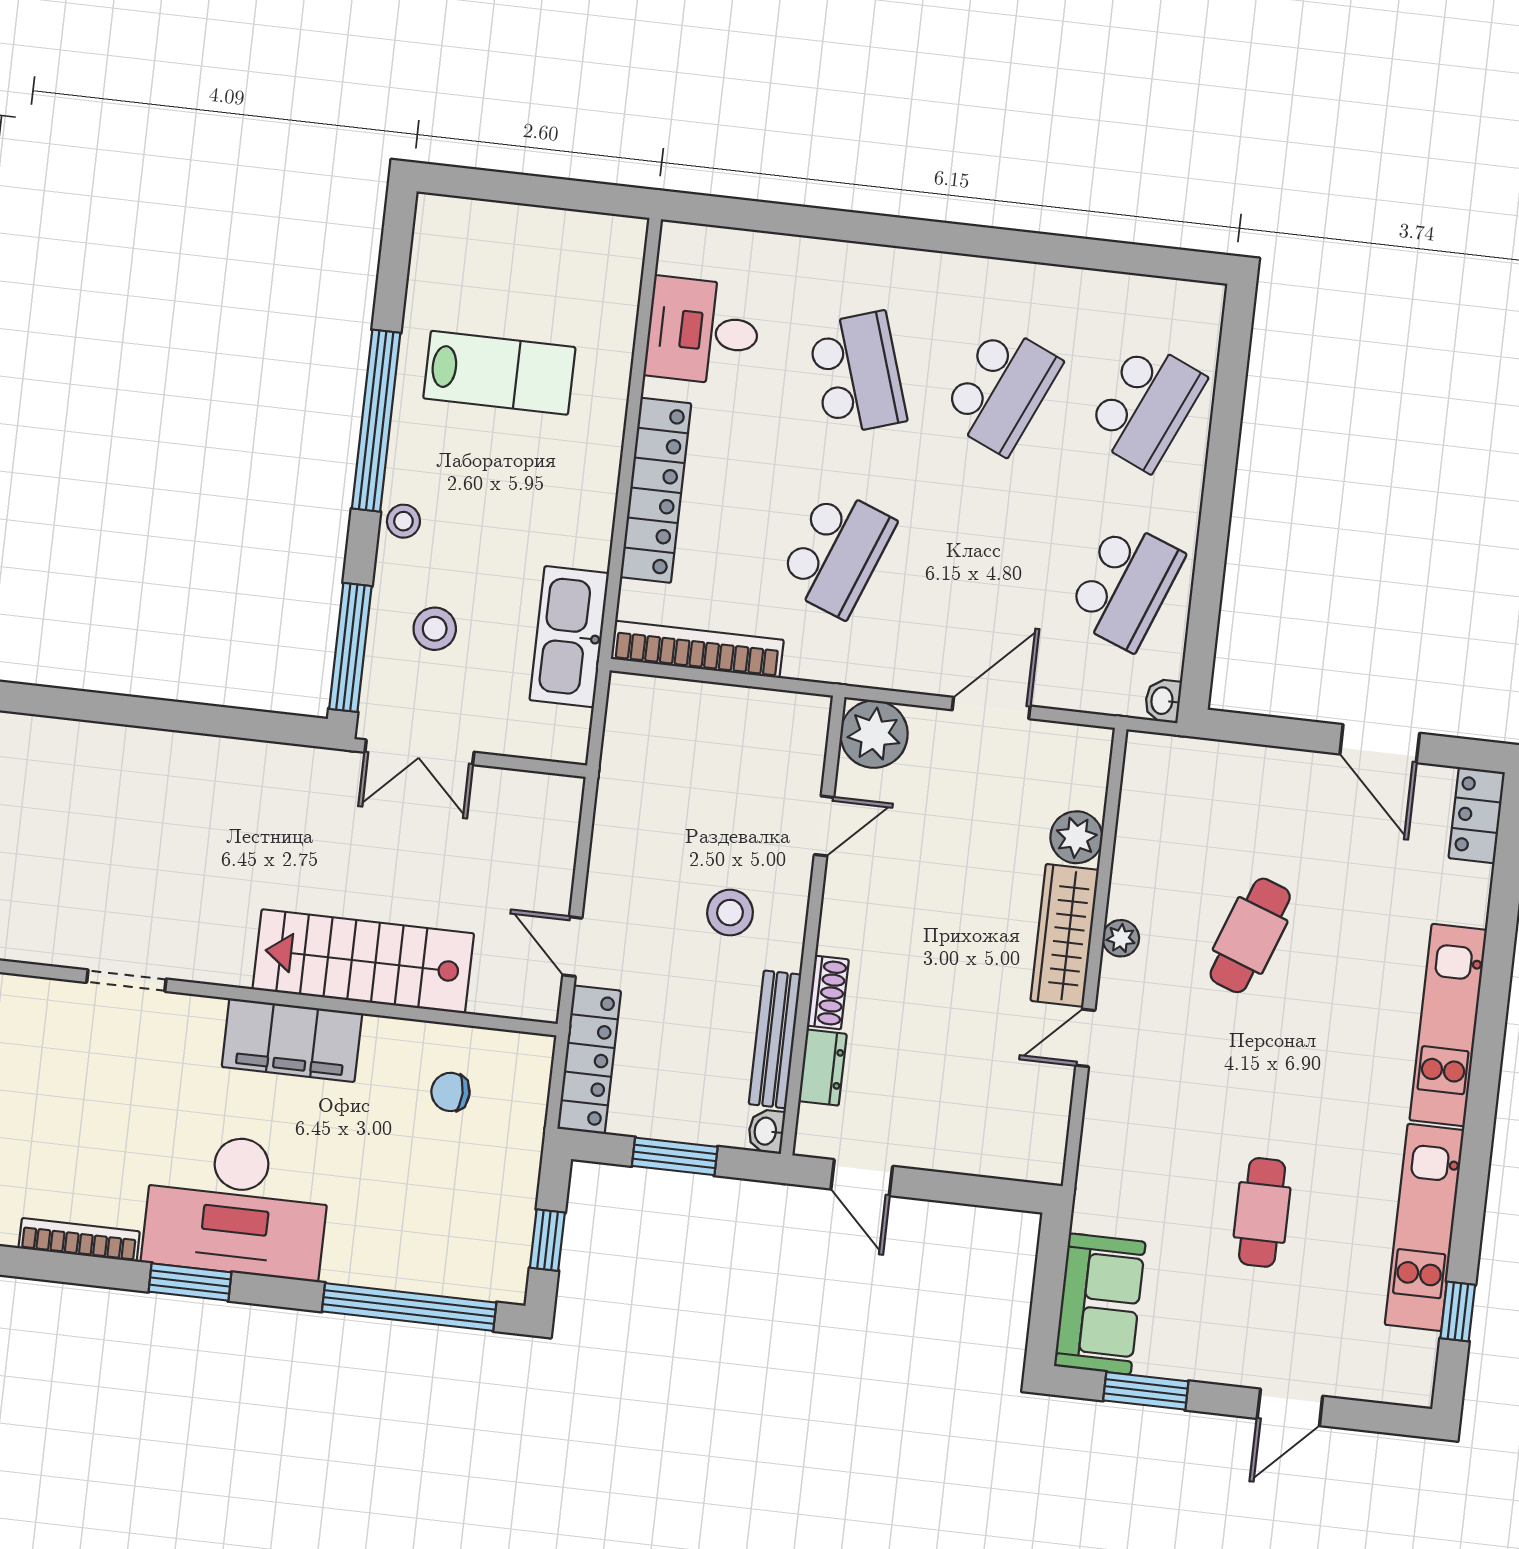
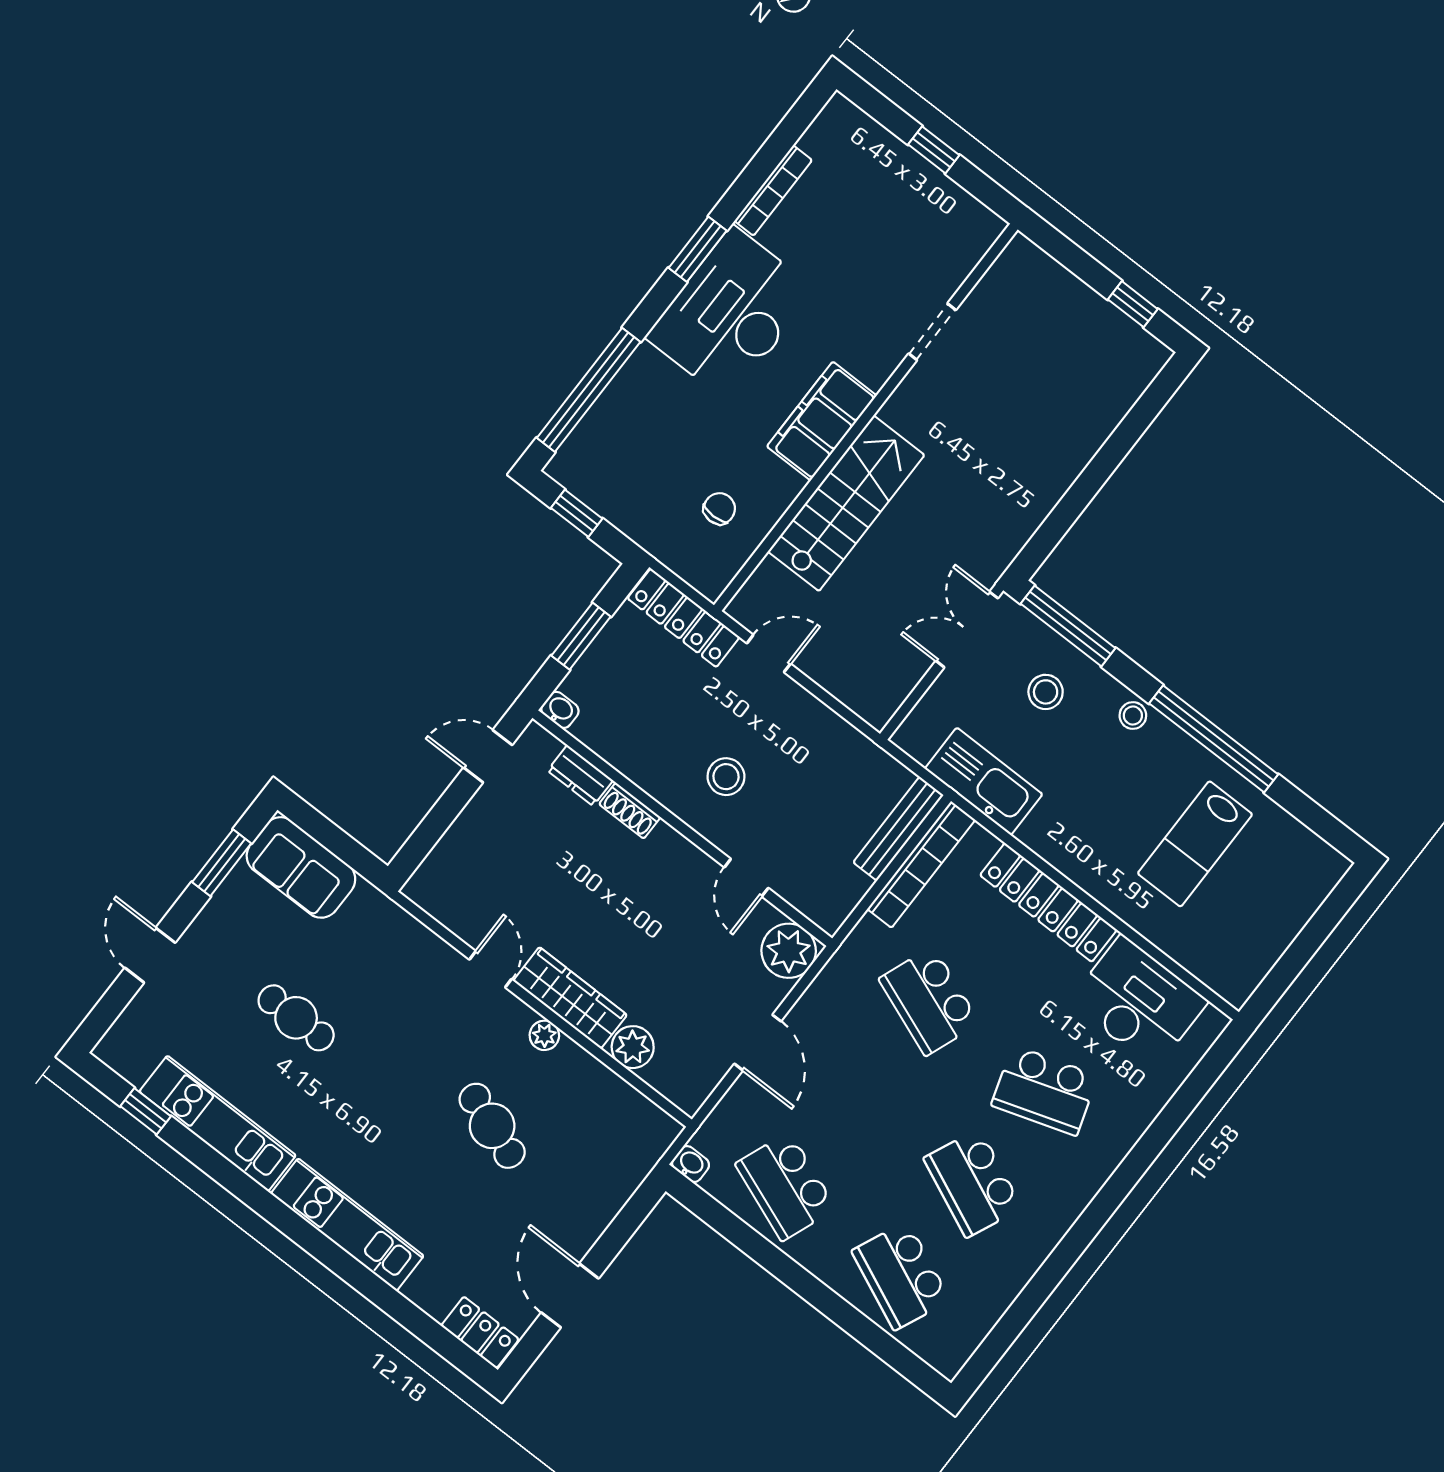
desk: (703, 331) -> (1138, 1002), width x1.37
door: (1380, 744) -> (570, 1296), hinge flipped
bench: (775, 1039) -> (898, 829), moved, turned 90

